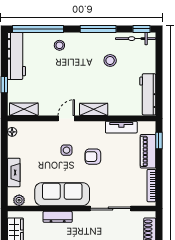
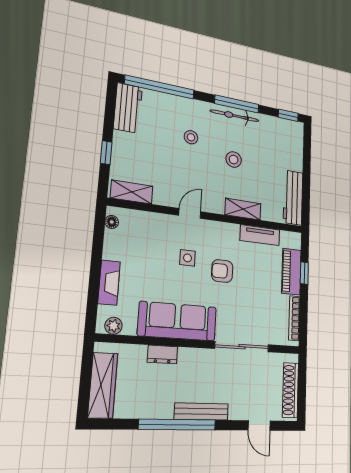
bicycle: (136, 39) -> (235, 116), moved
stool: (59, 45) -> (191, 137), moved
workbench: (16, 56) -> (128, 108), width x0.73
stool: (110, 60) -> (234, 159), moved
shelving: (94, 109) -> (243, 209), moved
window: (159, 140) -> (304, 273), moved
dresser: (58, 217) -> (162, 354), width x0.70

